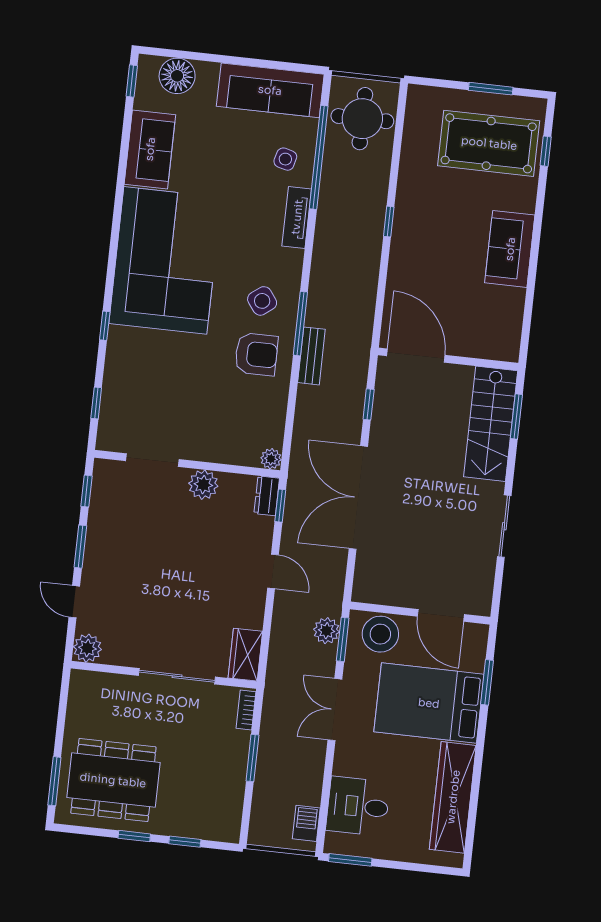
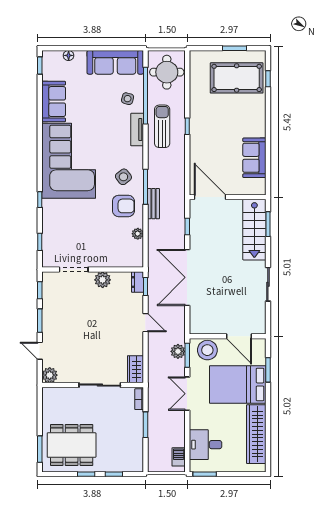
floor lamp: (177, 76) -> (69, 55), width x0.53, depth x0.53
sun lounger: (343, 217) -> (162, 126), added
sofa: (510, 249) -> (254, 158), moved
plant: (271, 459) -> (138, 234), moved

